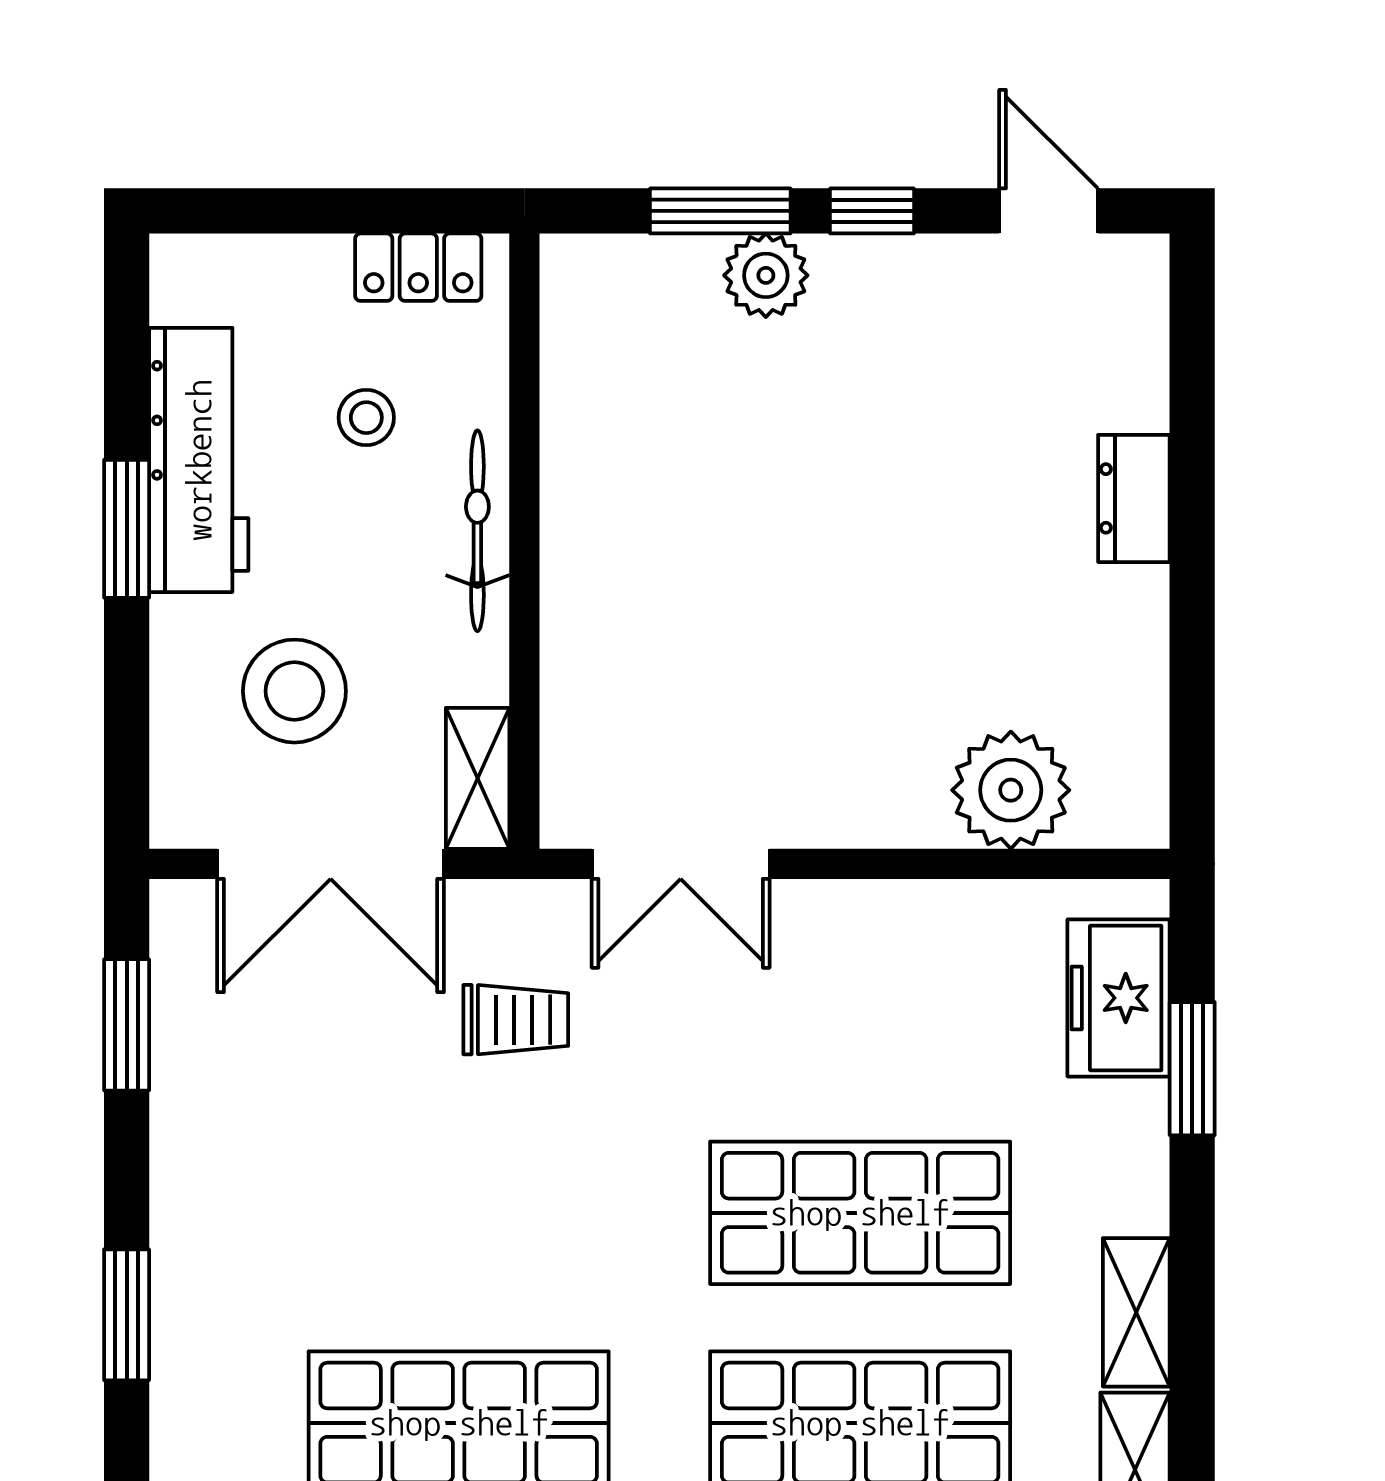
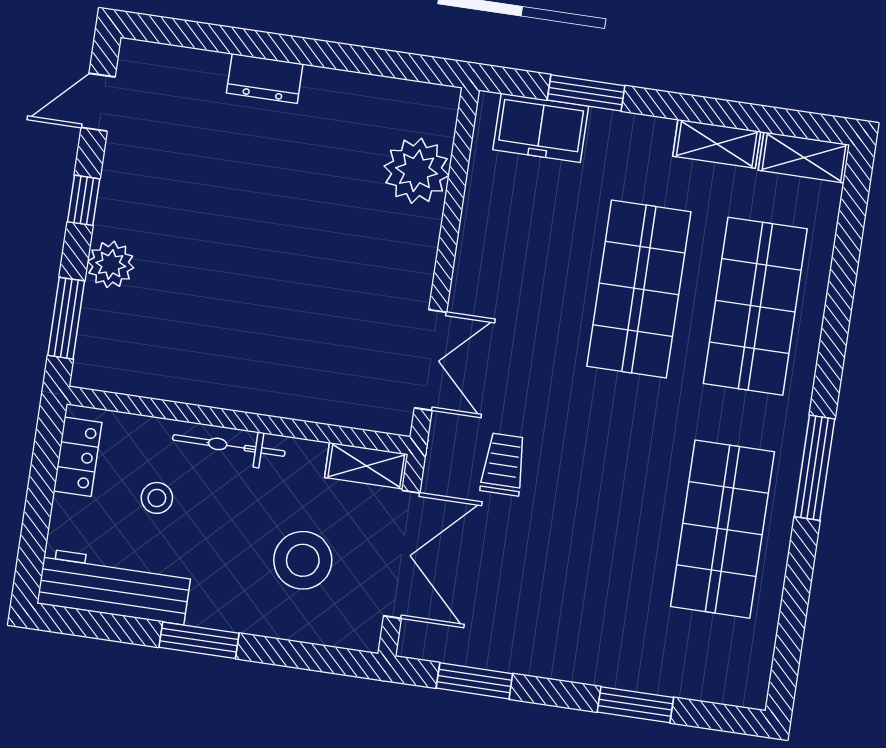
window: (720, 211) -> (66, 318), moved
workbench: (199, 460) -> (114, 587), moved

